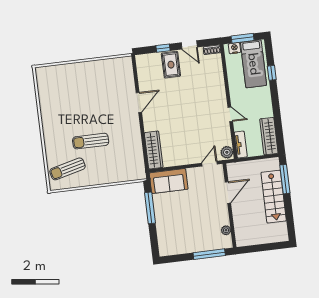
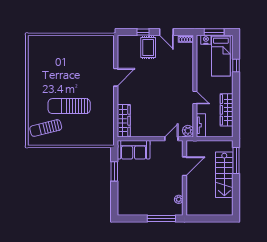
wardrobe: (269, 136) -> (227, 110), moved
sun lounger: (91, 141) -> (69, 106), width x1.36, depth x1.34
window: (150, 208) -> (114, 171), width x0.69

